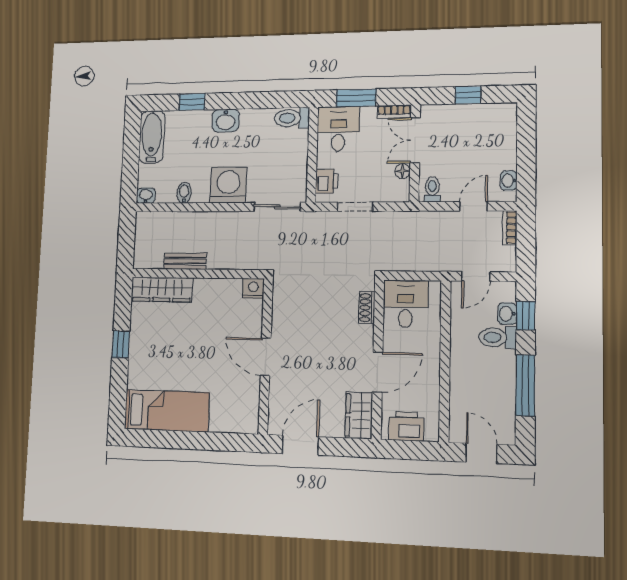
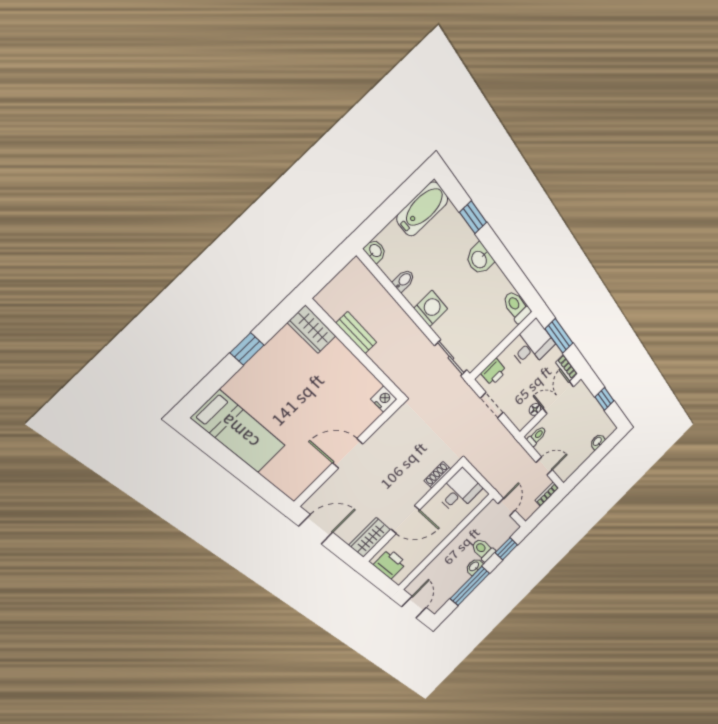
washbasin: (509, 181) -> (597, 442), moved
washing machine: (228, 185) -> (431, 309), width x0.73, depth x0.73
door: (476, 276) -> (507, 507), swing flipped
wardrobe: (162, 290) -> (312, 329), width x0.67
washbasin: (507, 314) -> (474, 567), moved
door: (266, 357) -> (348, 453), hinge flipped

